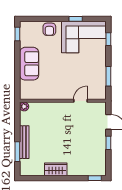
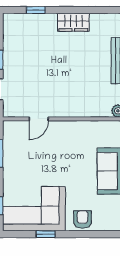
window: (95, 178) -> (36, 10), moved

